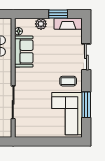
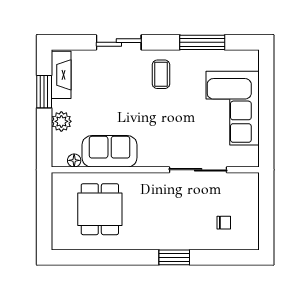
corner sofa: (67, 114) -> (233, 108), moved, turned 90

